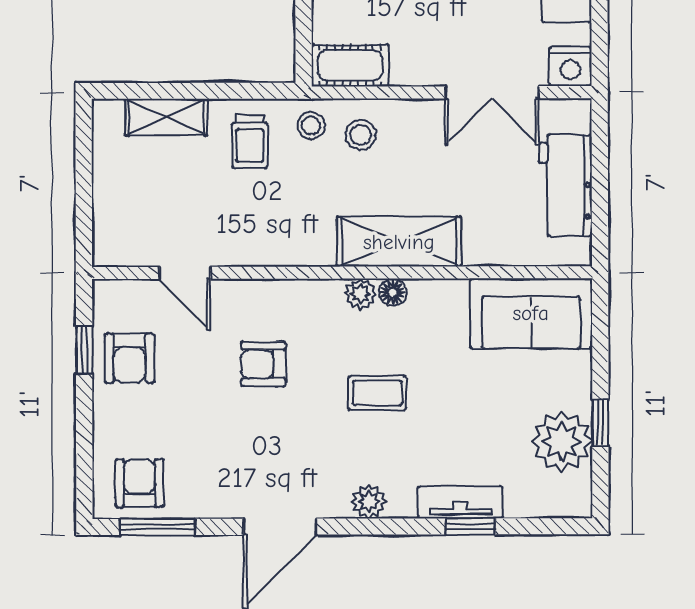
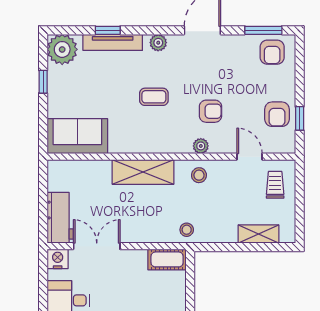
stool: (361, 135) -> (199, 175), moved
trolley: (250, 142) -> (275, 185), moved
workbench: (565, 185) -> (60, 218), moved
floor lamp: (393, 292) -> (146, 147), removed
plant: (360, 294) -> (201, 146), moved
armchair: (130, 358) -> (277, 114), turned 180
plant: (562, 442) -> (62, 49), moved
tv unit: (460, 502) -> (113, 42), width x1.41

